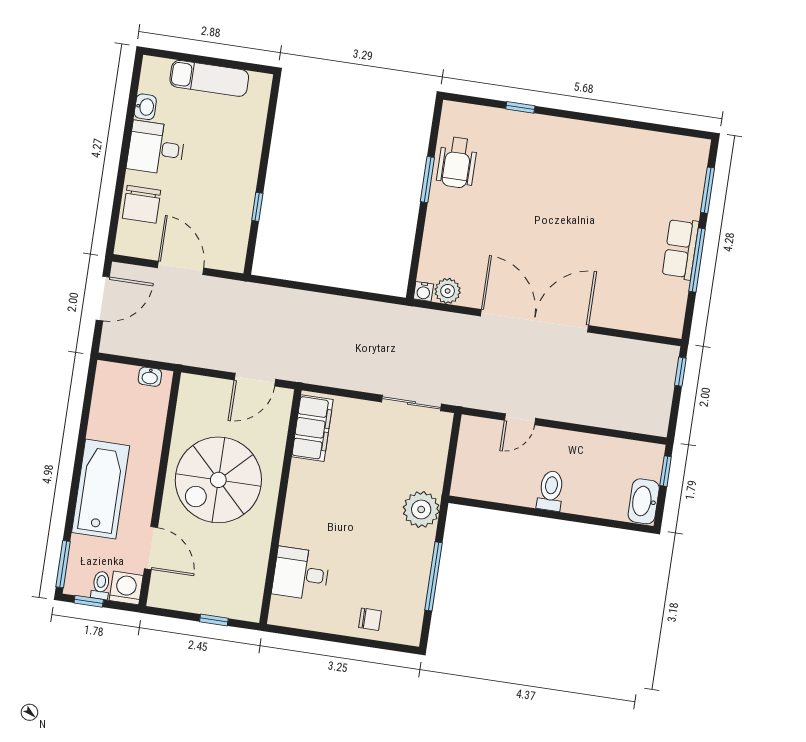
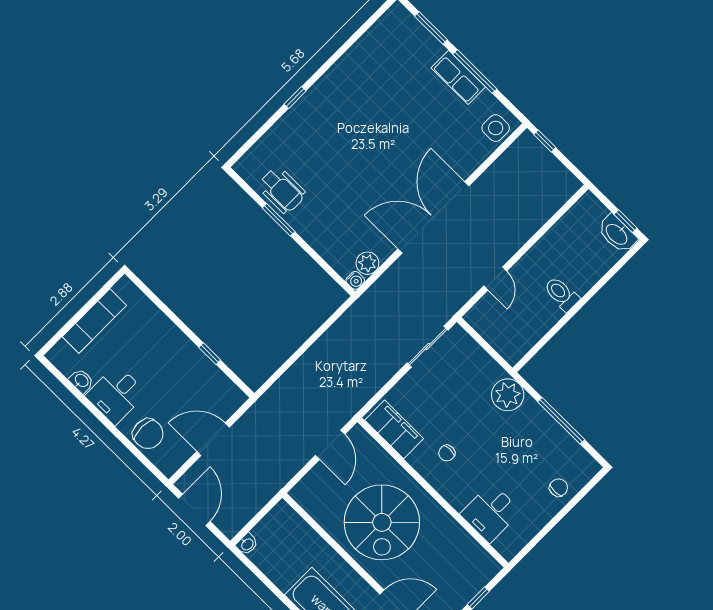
window: (520, 107) -> (295, 97), moved
side table: (659, 318) -> (496, 128), added
washbasin: (150, 377) -> (247, 544), moved
window: (666, 471) -> (626, 221), moved
chair: (326, 493) -> (447, 453), added

